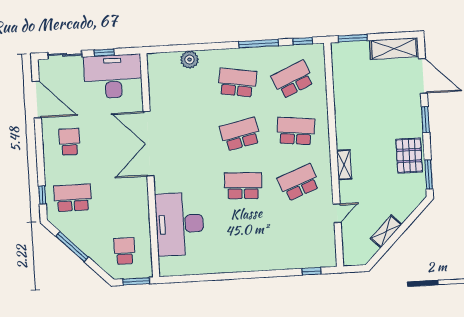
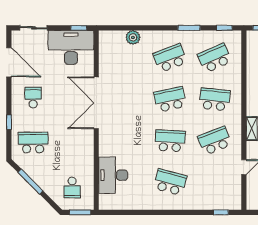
window: (259, 44) -> (189, 28), width x0.69
window: (104, 53) -> (79, 28), moved
school desk: (237, 83) -> (170, 58), turned -30
window: (42, 195) -> (9, 122), moved
desk: (180, 224) -> (113, 175), width x0.73, depth x0.77
school desk: (246, 237) -> (170, 182), added
school desk: (124, 251) -> (72, 187), turned 180

